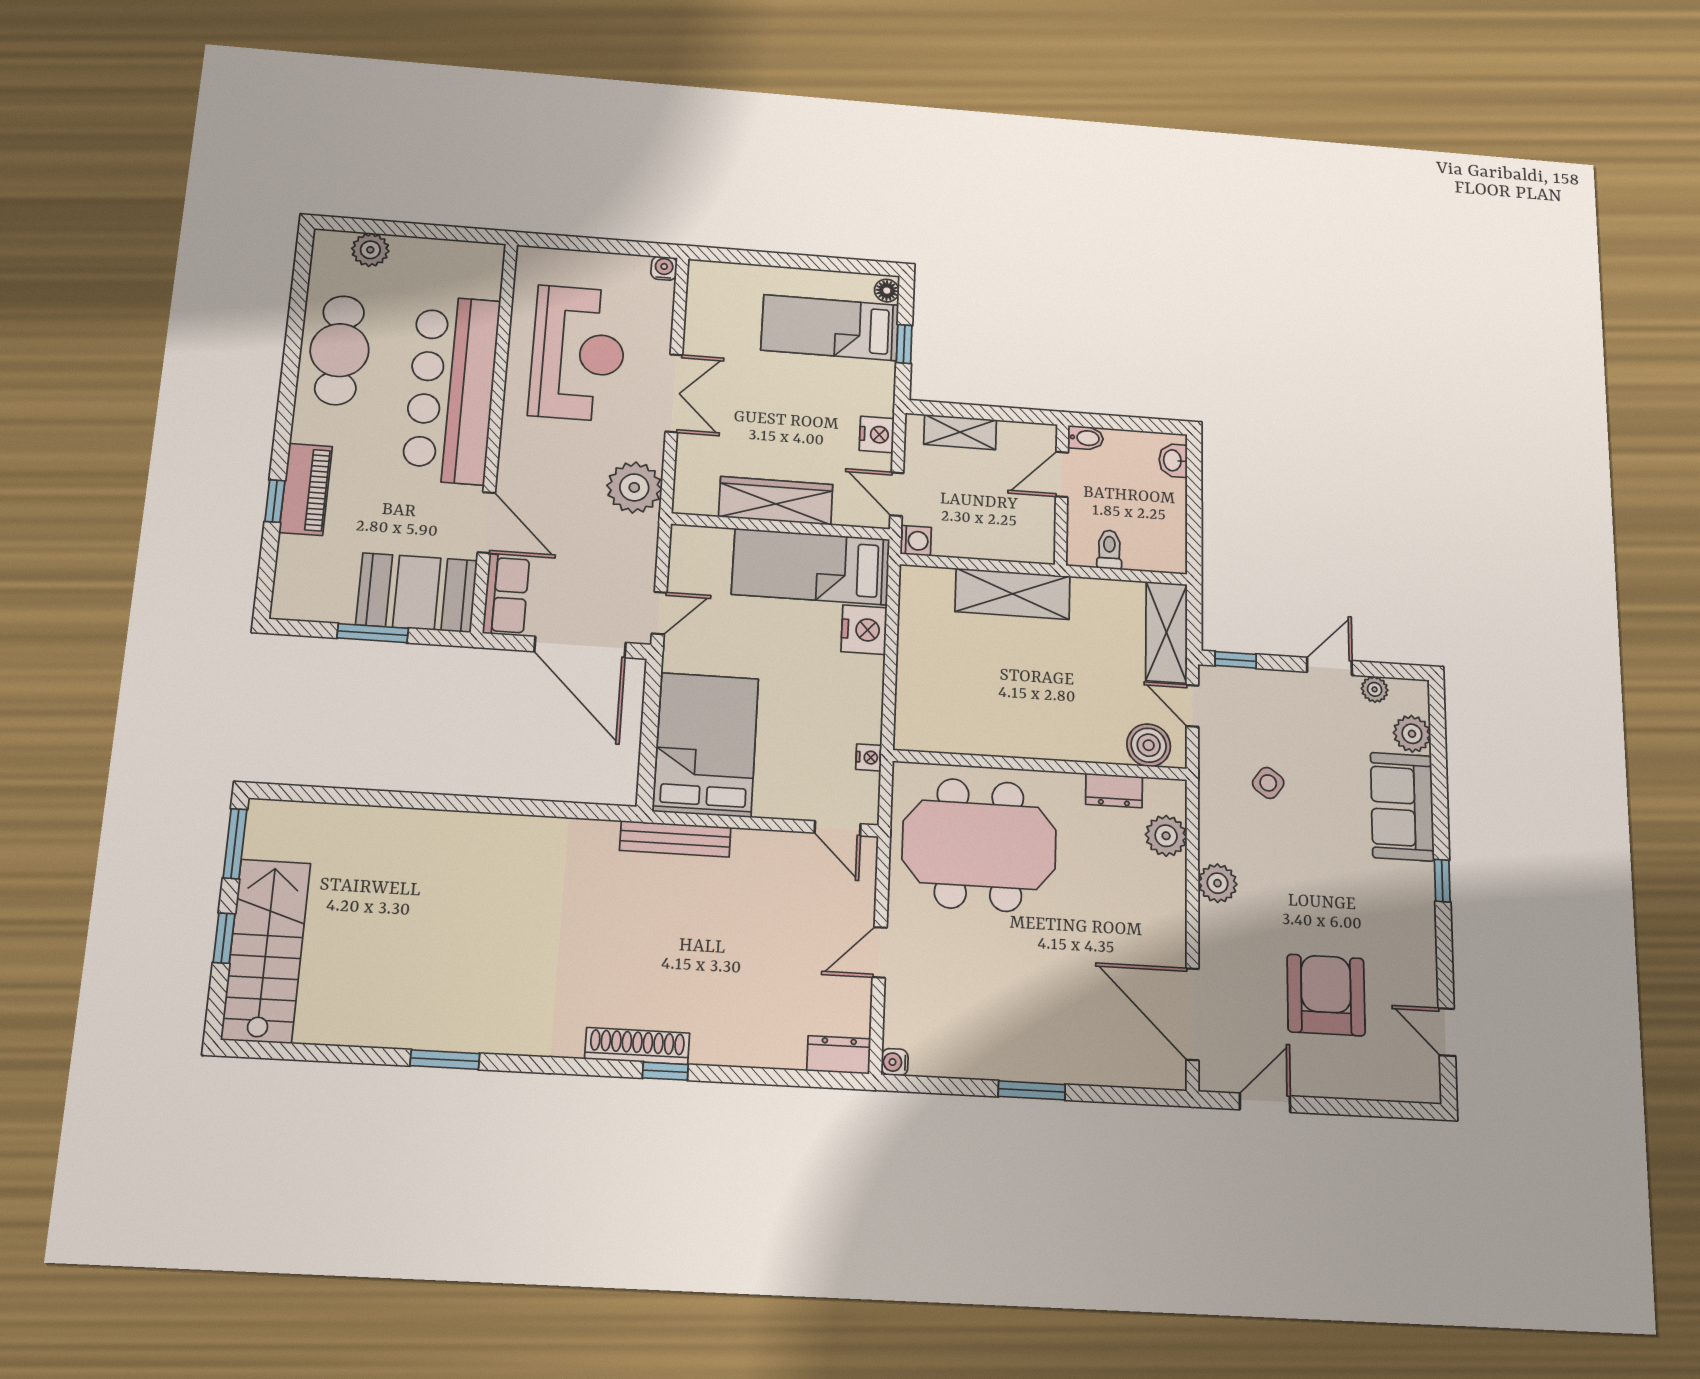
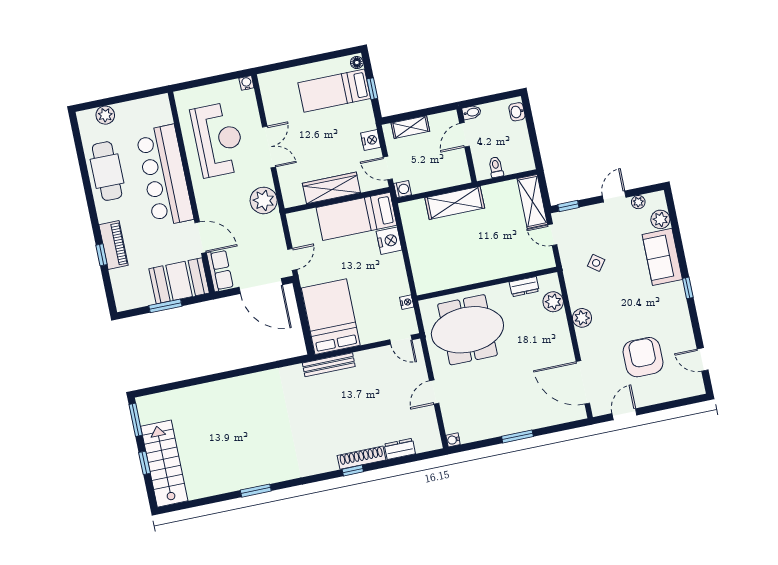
boiler: (1149, 745) -> (536, 260), removed
shoe rack: (637, 1046) -> (362, 458), moved
dresser: (839, 1055) -> (400, 449), moved

